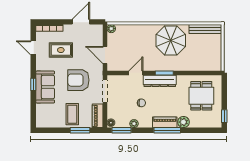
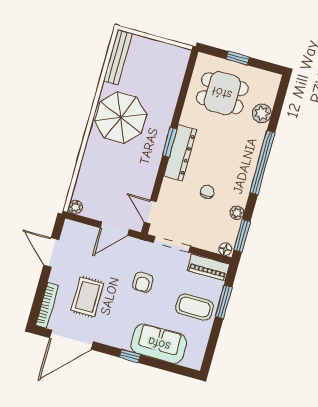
door: (33, 48) -> (72, 340), width x1.88
door: (136, 73) -> (150, 212), moved
armchair: (78, 80) -> (143, 282), width x0.53, depth x0.53
sofa: (45, 87) -> (159, 344), moved
window: (224, 116) -> (238, 58), moved
piano: (165, 122) -> (248, 163), removed
plant: (183, 122) -> (262, 113), moved
window: (167, 130) -> (262, 163), width x1.46

